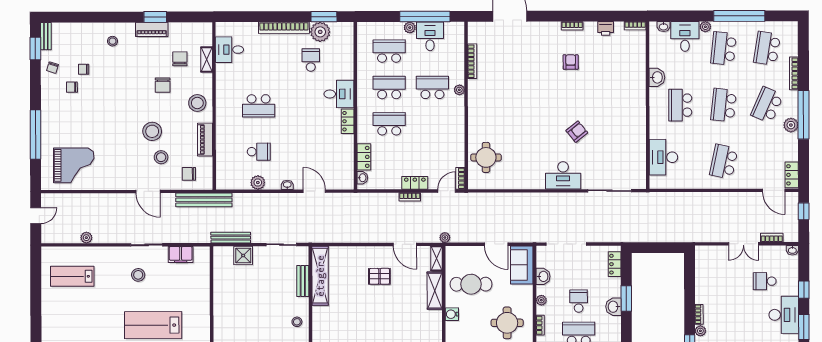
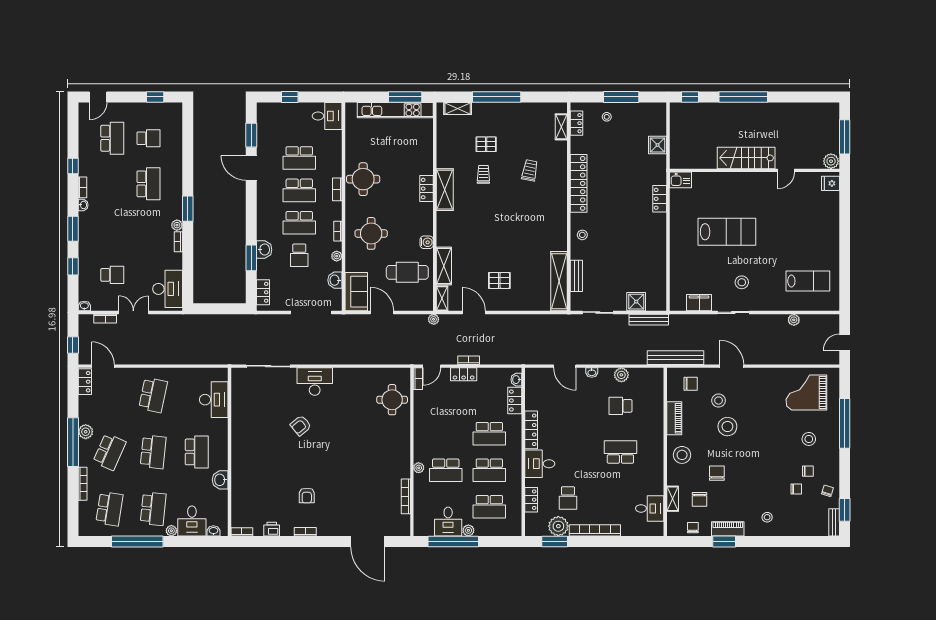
chair: (186, 31) -> (693, 528), added
locker: (348, 58) -> (531, 500), added
stool: (71, 119) -> (809, 439), added
locker: (348, 121) -> (531, 430), width x1.53
desk: (784, 315) -> (168, 289), moved, turned 180

